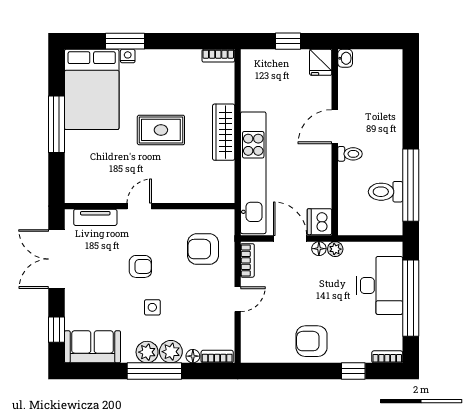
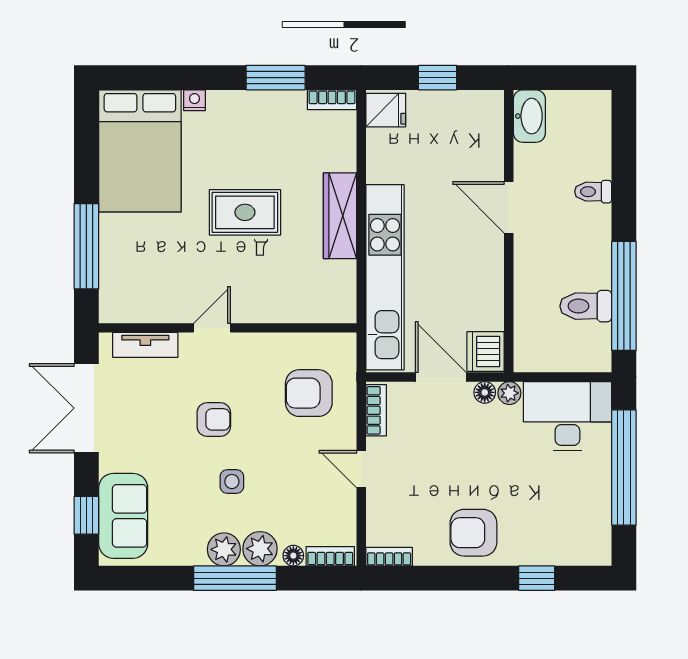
window: (125, 41) -> (276, 78), moved
washbasin: (345, 58) -> (529, 116), width x1.91, depth x1.45
fridge: (321, 62) -> (386, 110), moved, turned -90
window: (56, 124) -> (86, 246), moved
door: (335, 127) -> (509, 207), hinge flipped
toilet: (350, 154) -> (593, 192), moved, turned 180
desk: (380, 285) -> (567, 416), moved, turned -90
door: (238, 299) -> (361, 469), swing flipped
sofa: (92, 347) -> (123, 516), moved, turned 90
bookcase: (387, 357) -> (389, 557), moved

